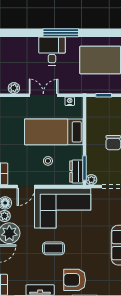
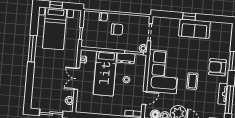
window: (61, 33) -> (32, 49), moved
desk: (52, 51) -> (44, 70), removed
dresser: (76, 172) -> (126, 58), moved
door: (26, 187) -> (144, 98), hinge flipped
armchair: (75, 280) -> (217, 67), turned 90

